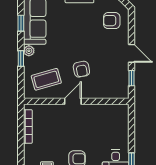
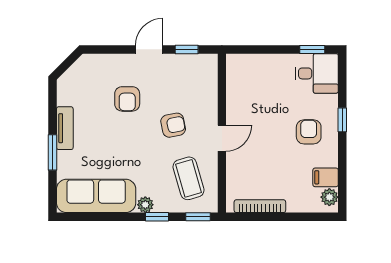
armchair: (112, 21) -> (127, 99), moved
window: (21, 23) -> (198, 217), moved
door: (73, 101) -> (222, 138), swing flipped

